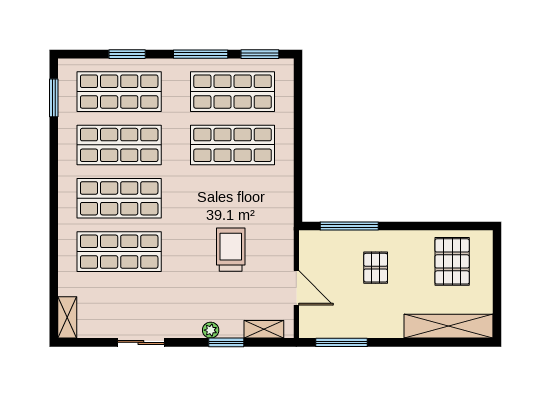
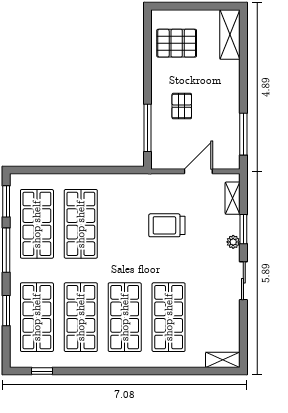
window: (54, 98) -> (42, 371), width x0.67
pallet: (376, 268) -> (182, 106), turned 90
shelving: (448, 326) -> (230, 35), width x0.68
sliding door: (141, 342) -> (243, 281), moved

